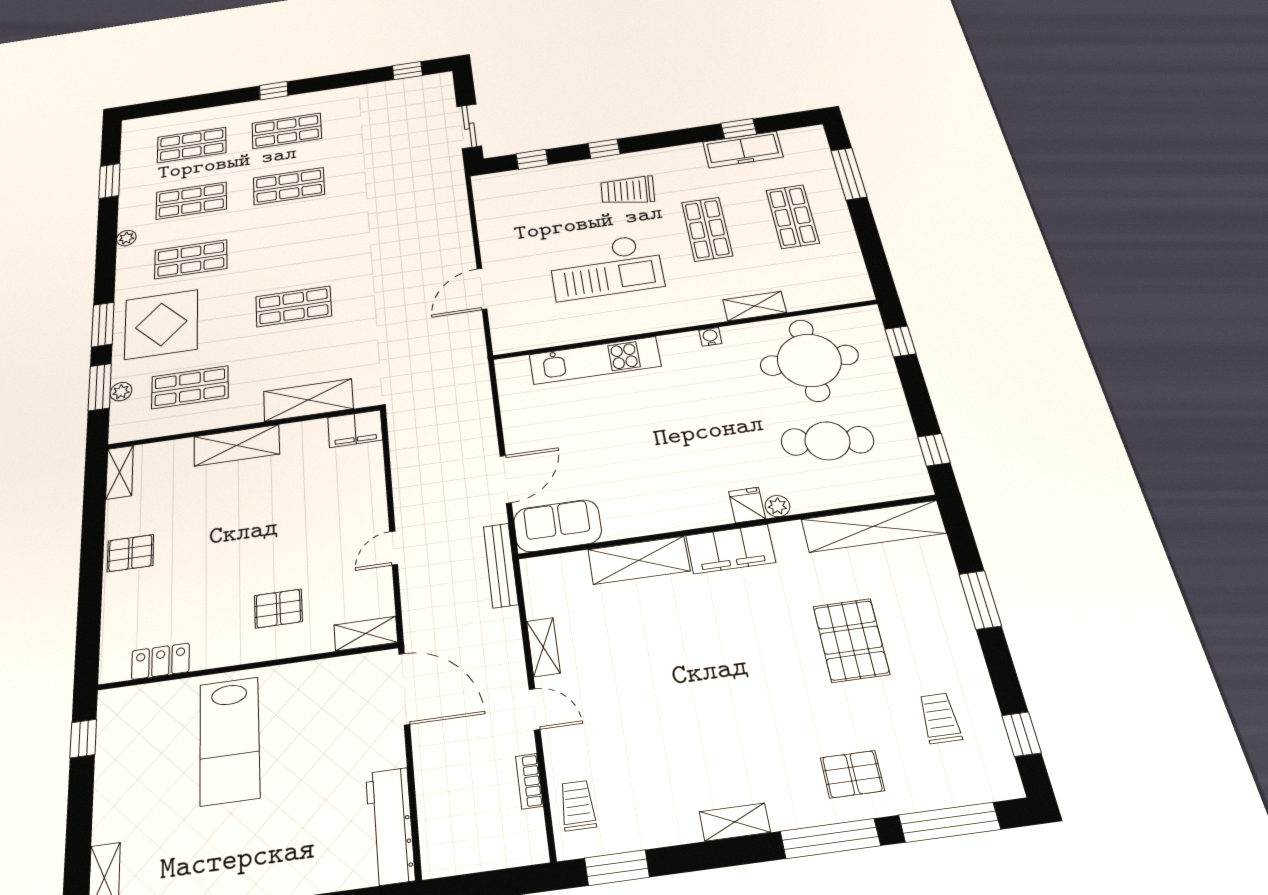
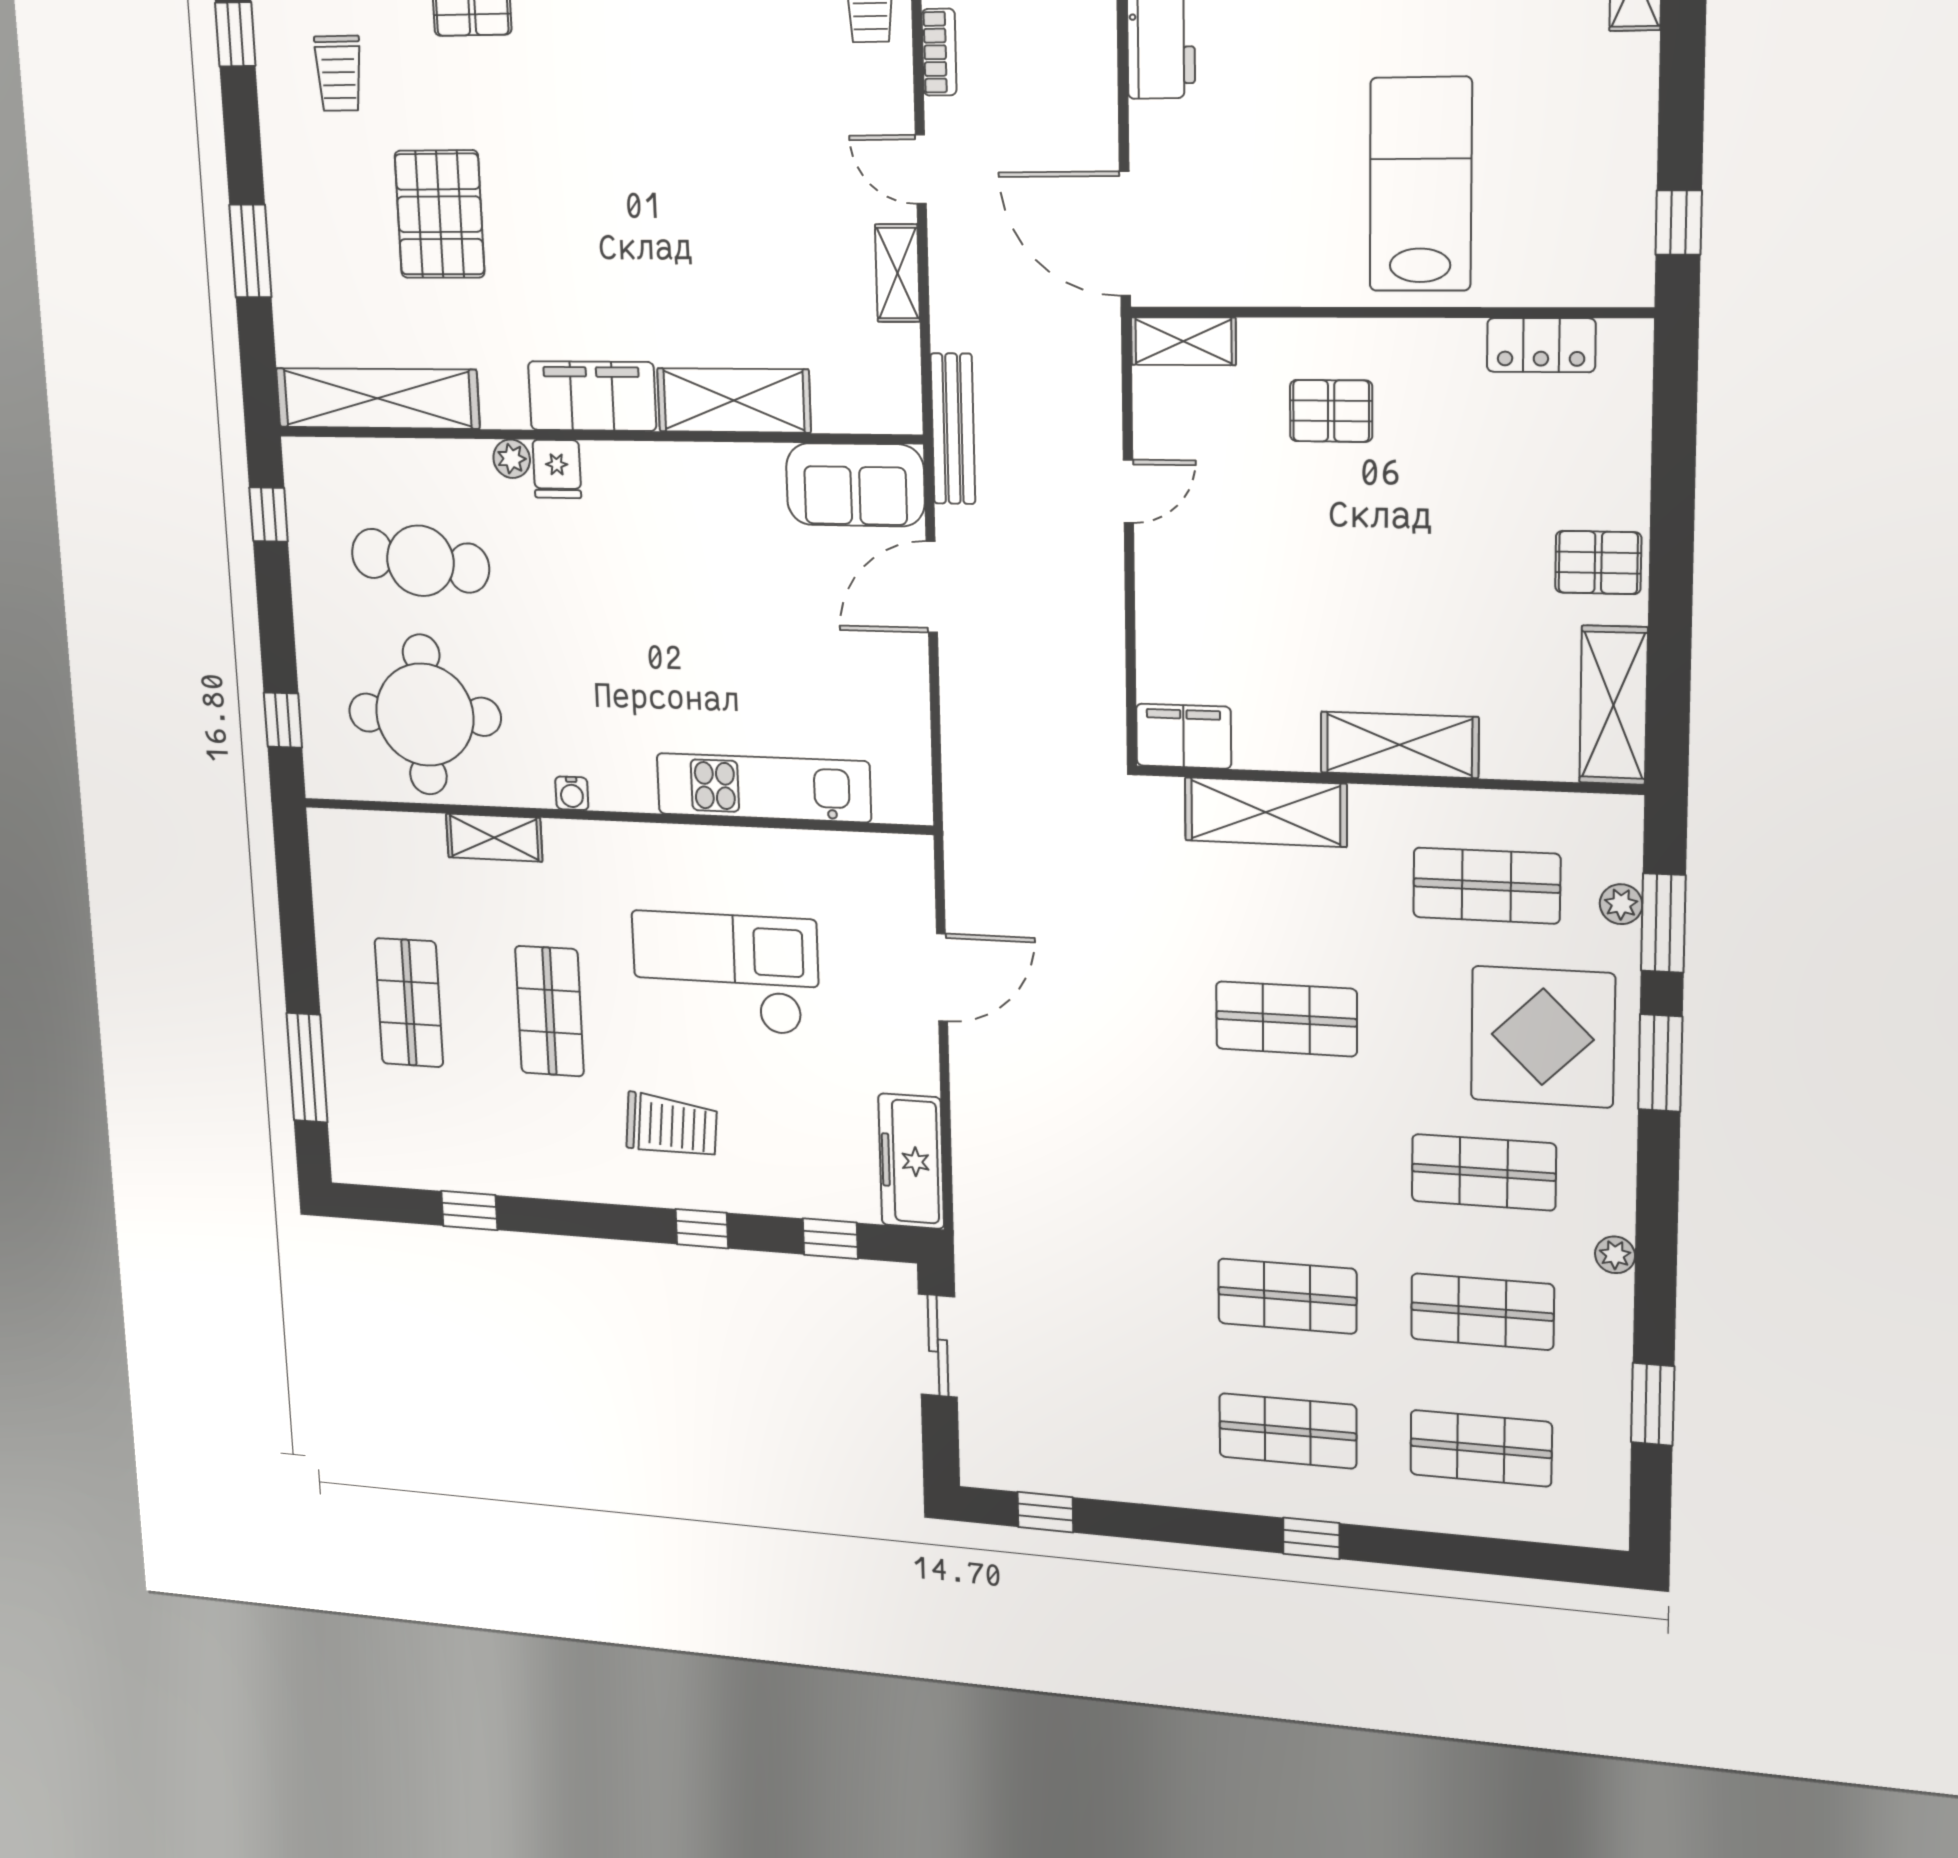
freezer: (743, 149) -> (911, 1161), moved, turned -90
shelving: (120, 472) -> (1613, 705), width x1.50, depth x1.33

